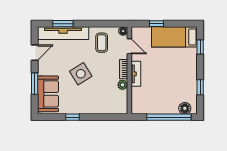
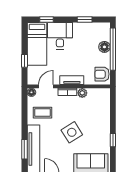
desk: (183, 61) -> (60, 36), added
armchair: (142, 106) -> (102, 74), added
floor lamp: (185, 108) -> (104, 47), moved

